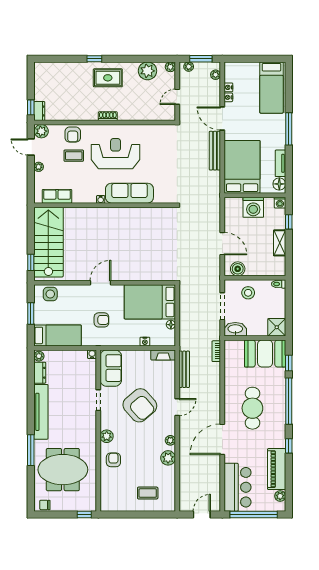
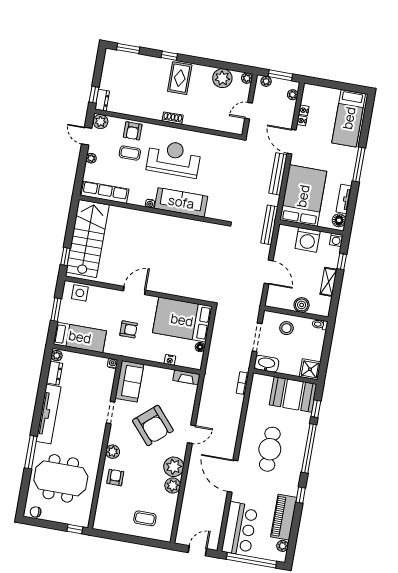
window: (55, 59) -> (128, 48), added
rug: (108, 78) -> (180, 78), turned 90
row of seats: (57, 196) -> (105, 192), width x1.48
boiler: (238, 269) -> (302, 305), moved
bench: (184, 369) -> (269, 225), moved
door: (222, 439) -> (233, 476), hinge flipped
plant: (170, 440) -> (174, 467), width x1.87, depth x1.87

